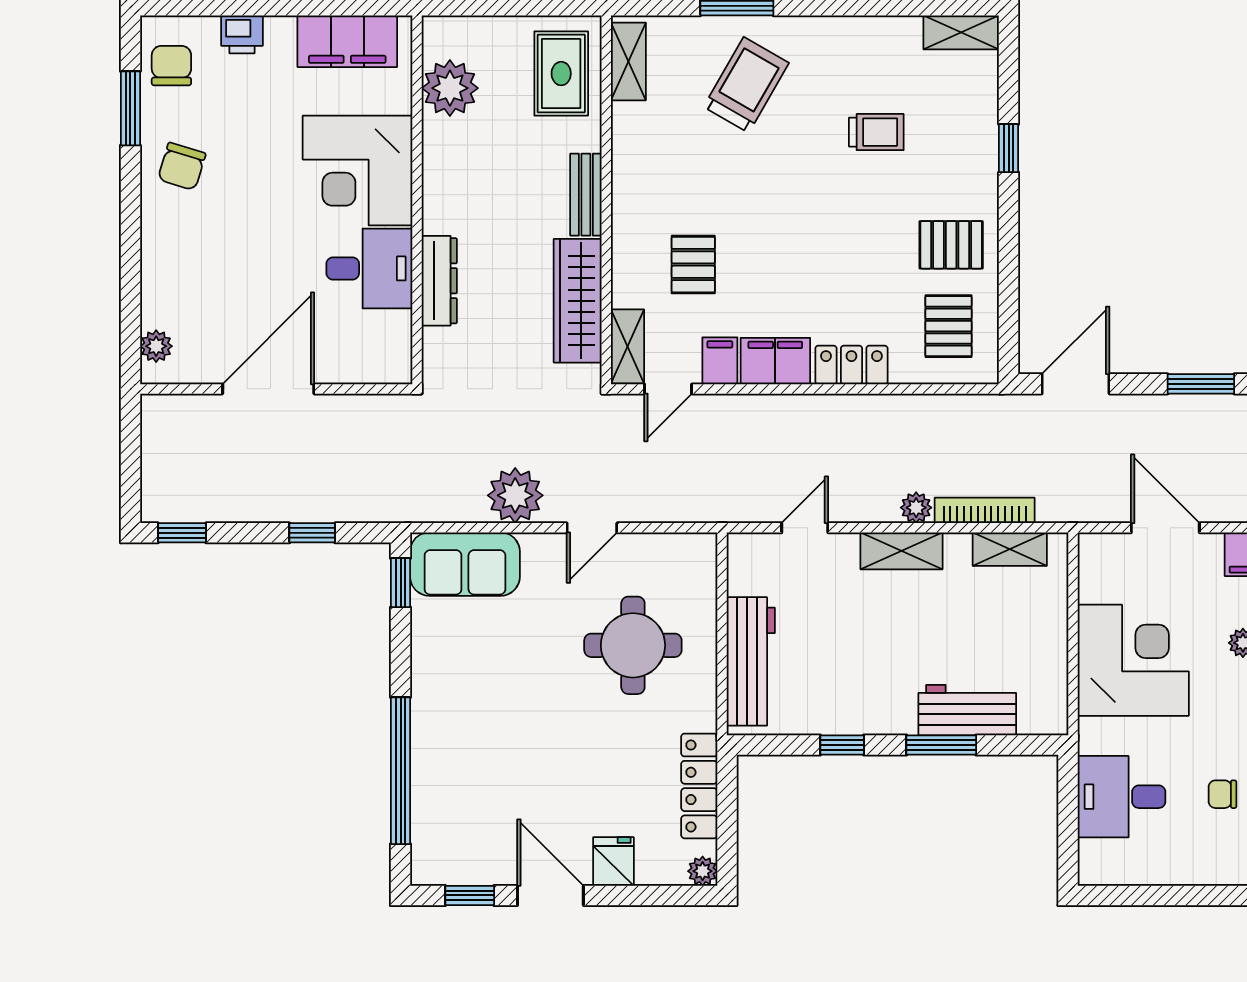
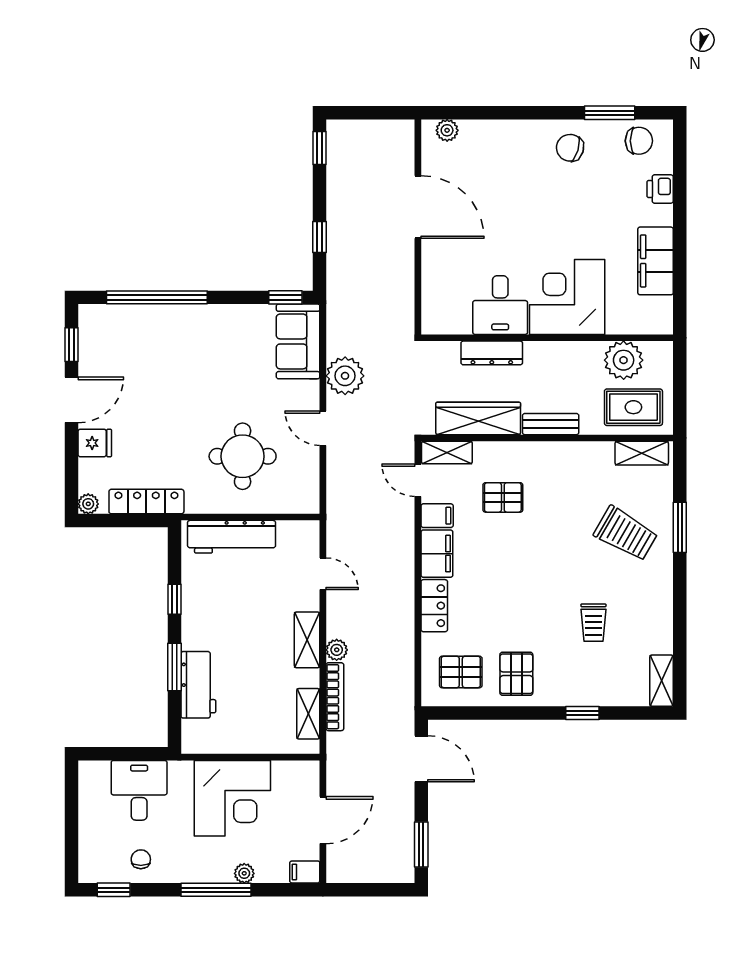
plant: (450, 88) -> (624, 360), moved
corner desk: (358, 171) -> (567, 297), moved
wall: (417, 200) -> (547, 338), moved
desk: (369, 268) -> (500, 305), moved
dresser: (439, 281) -> (492, 353), moved

